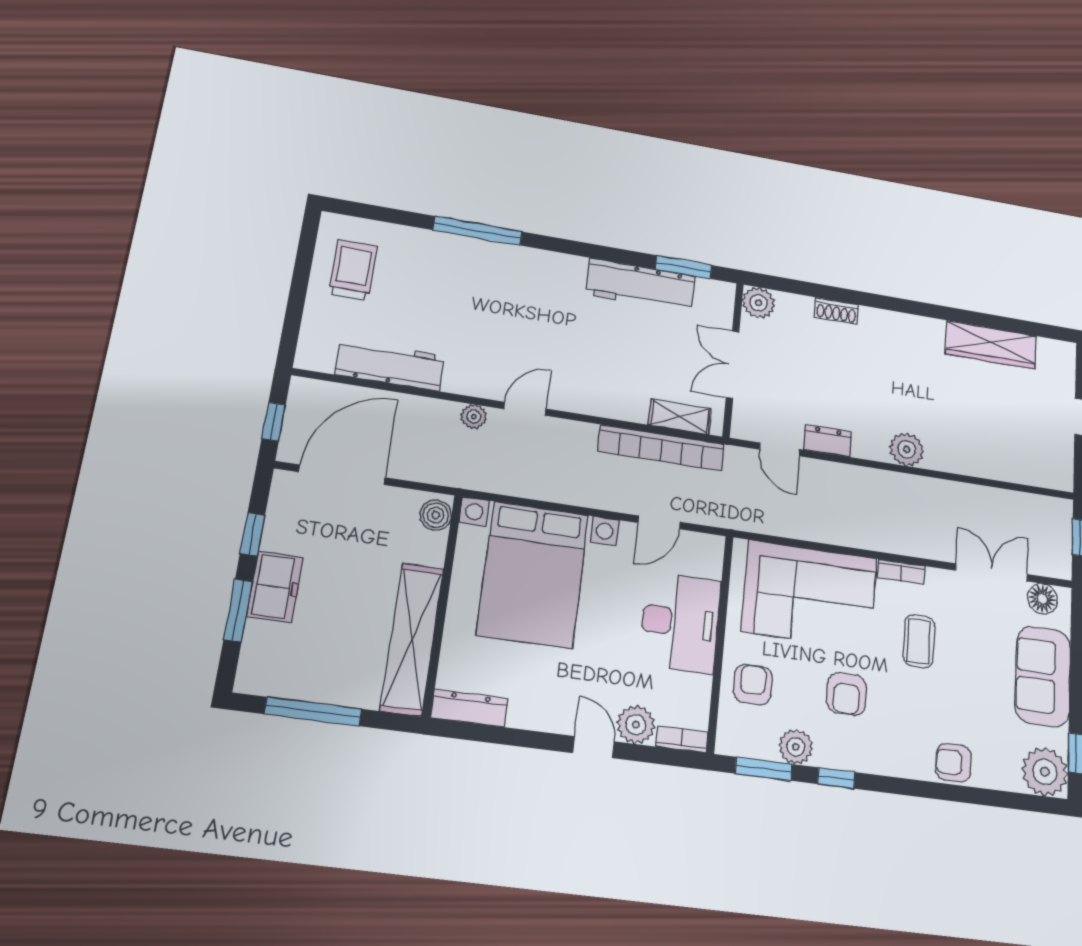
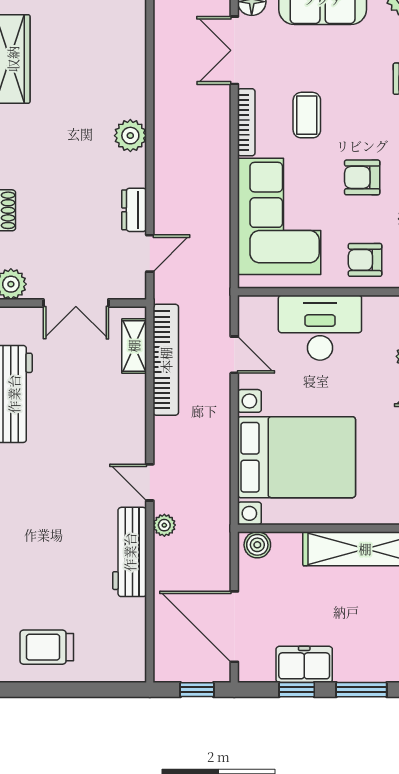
workbench: (390, 365) -> (130, 552), moved
bookcase: (901, 572) -> (246, 122), width x1.56
freezer: (275, 587) -> (304, 664), moved
coffee table: (919, 641) -> (307, 115), turned 90
armchair: (846, 694) -> (362, 177), turned 180

